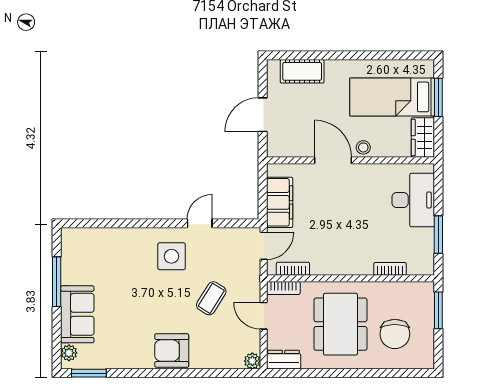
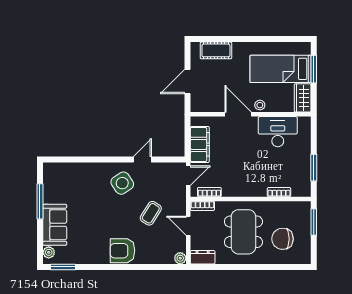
desk: (413, 200) -> (278, 132), moved, turned -90
side table: (171, 256) -> (122, 183), turned -34
chair: (395, 334) -> (282, 239), turned 90

